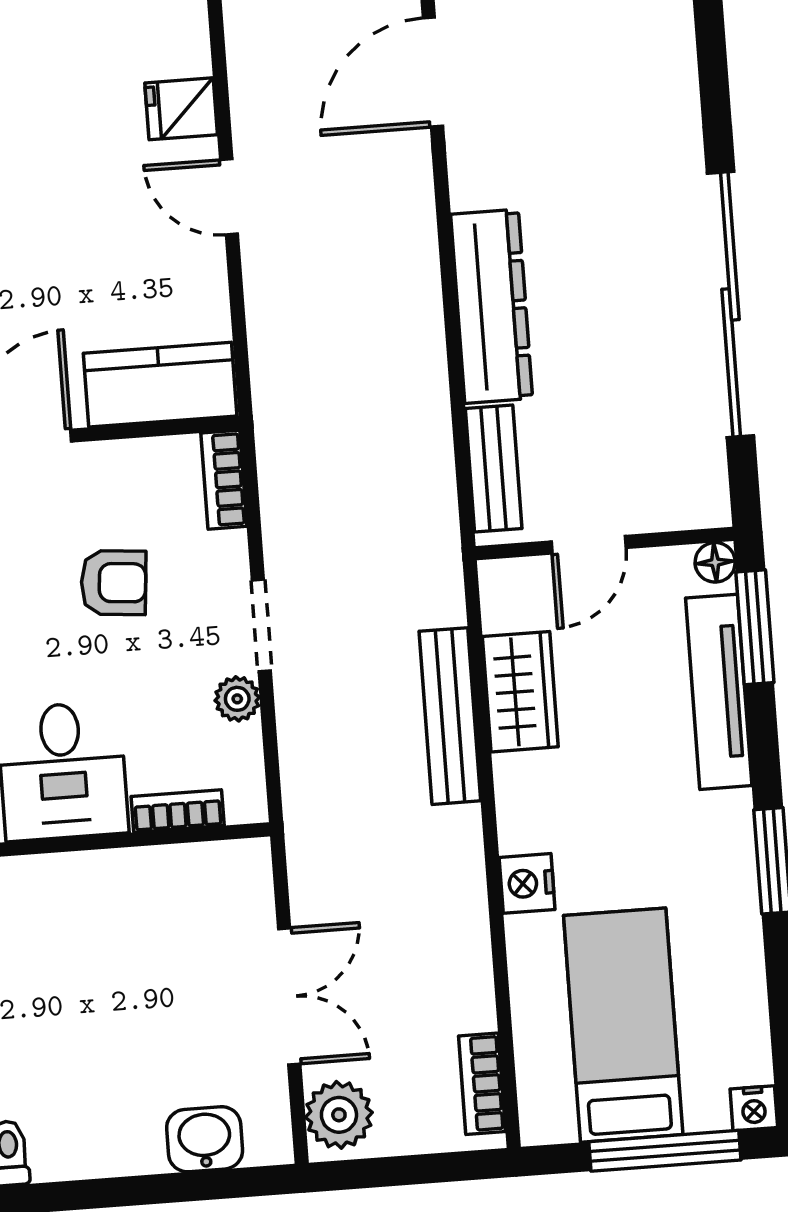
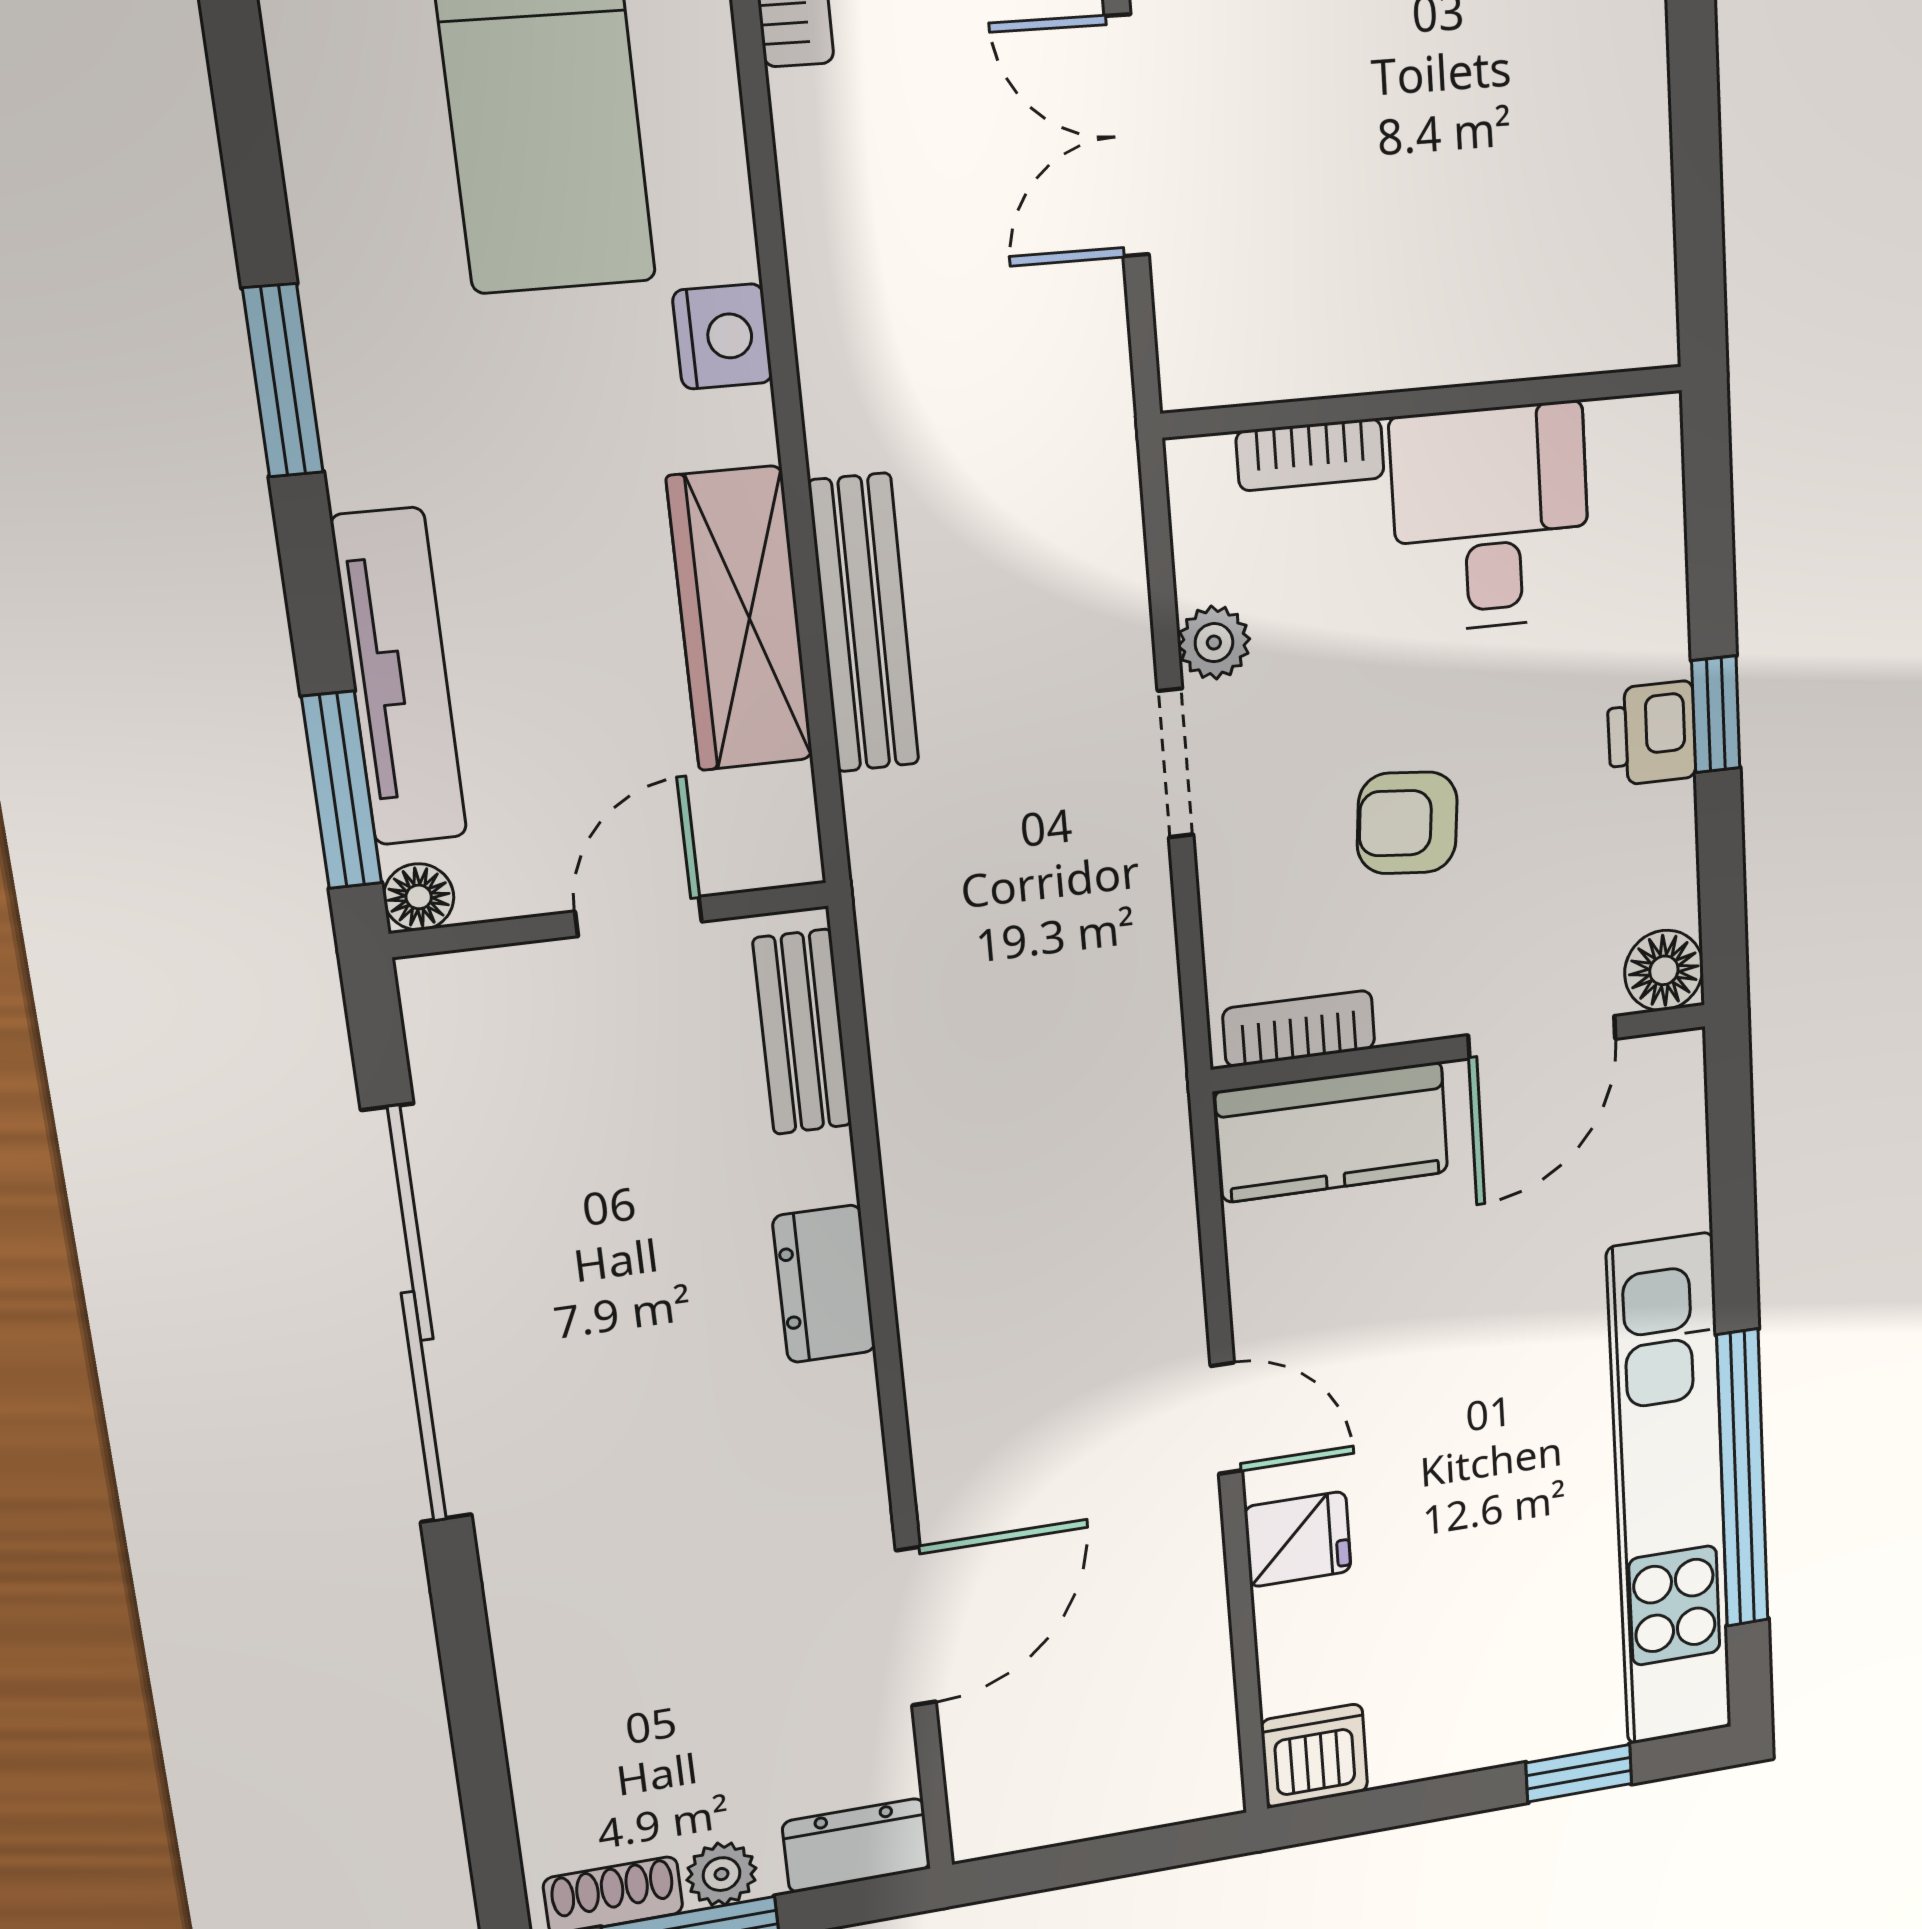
dresser: (492, 306) -> (824, 1284), width x0.51, depth x0.80
bookcase: (224, 480) -> (1299, 1029), moved, turned -90
wardrobe: (520, 692) -> (740, 619), width x1.50

